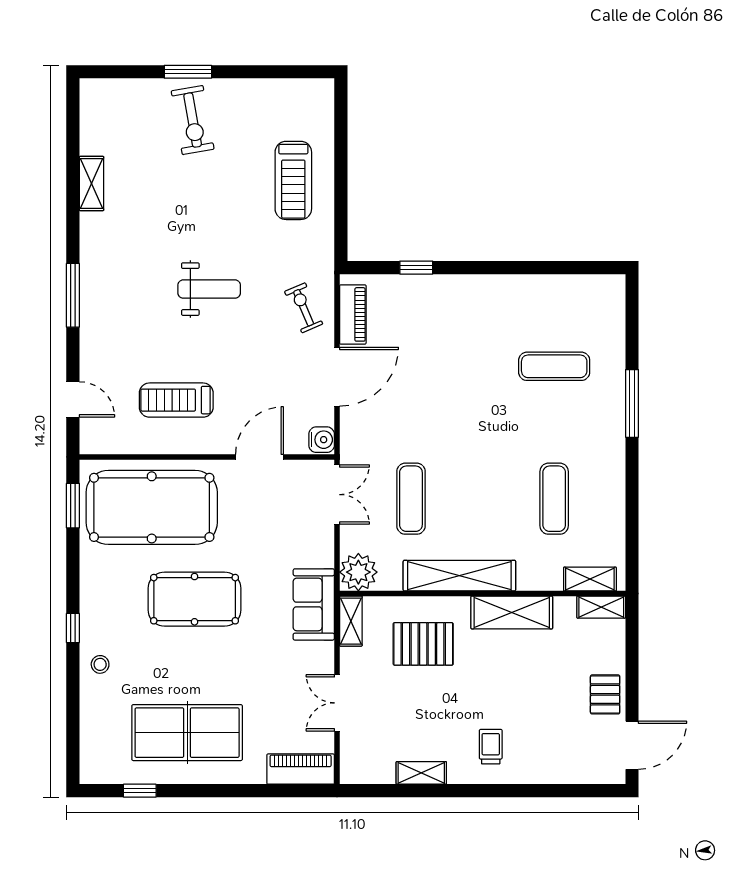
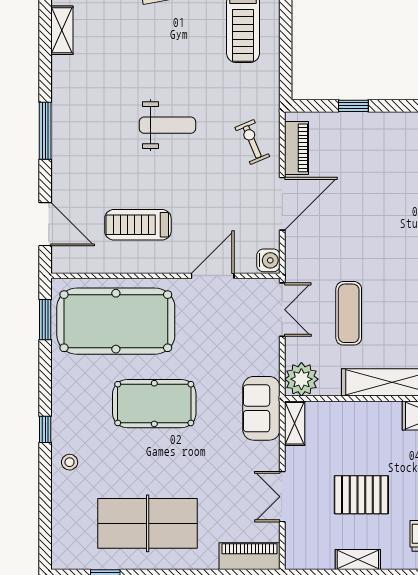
door: (73, 399) -> (45, 224), width x1.38
pallet: (423, 644) -> (361, 495), moved

